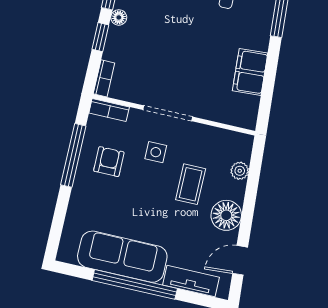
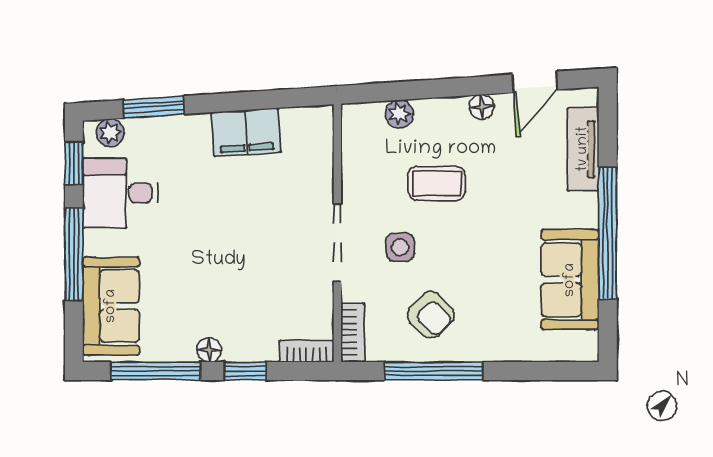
armchair: (109, 162) -> (431, 315), turned -135
floor lamp: (226, 215) -> (482, 107), width x0.53, depth x0.53
sofa: (122, 257) -> (570, 280), width x0.73
door: (240, 260) -> (535, 82), hinge flipped

